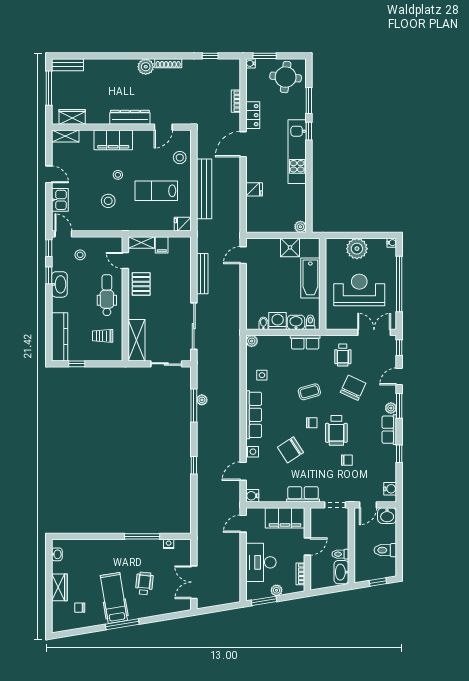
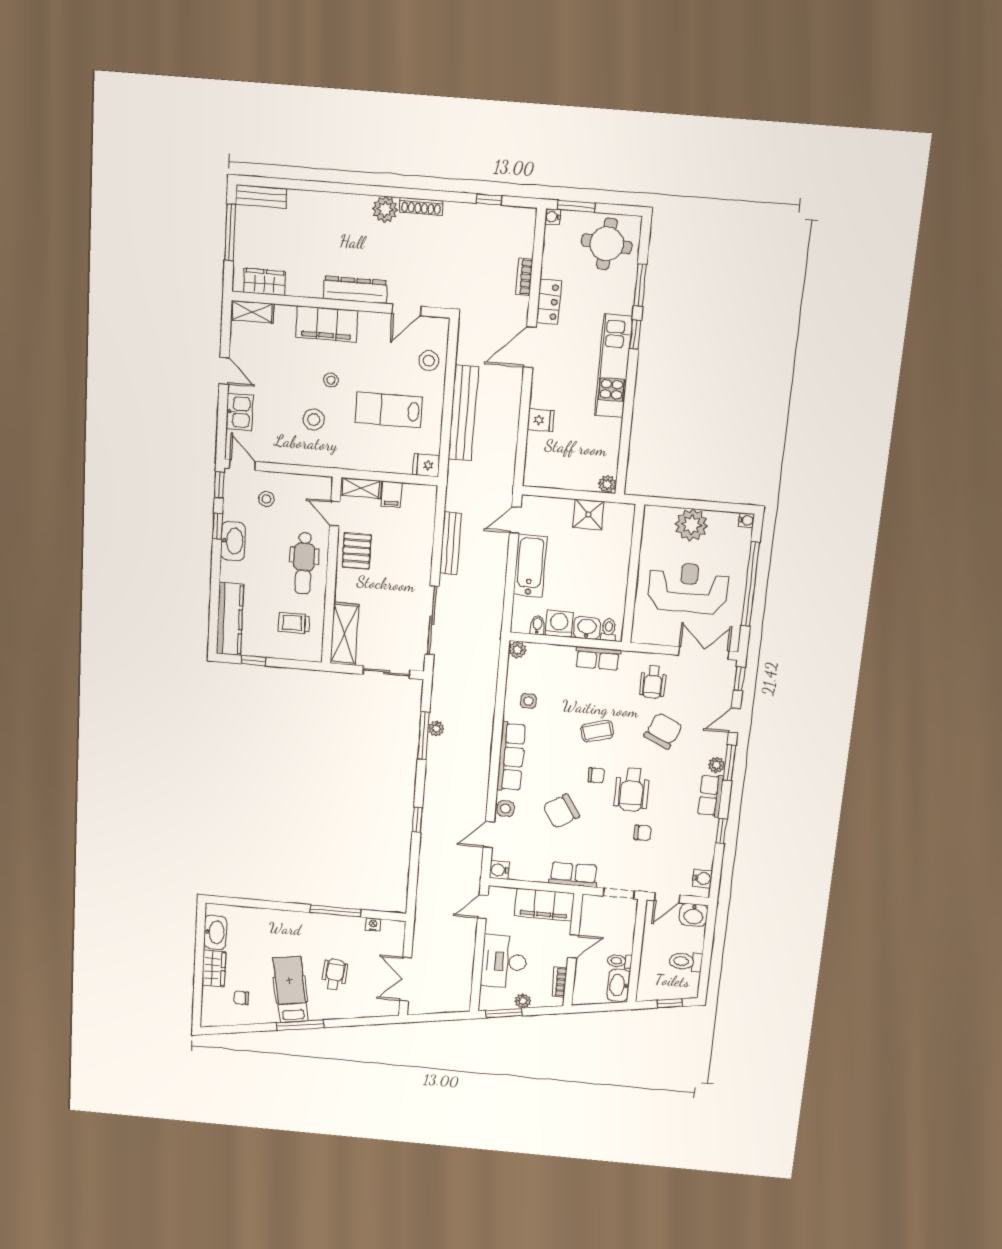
bathtub: (310, 278) -> (530, 566), moved, turned 180
dental chair: (107, 295) -> (304, 563), turned 180
washbasin: (57, 554) -> (215, 932), width x1.91, depth x1.45

